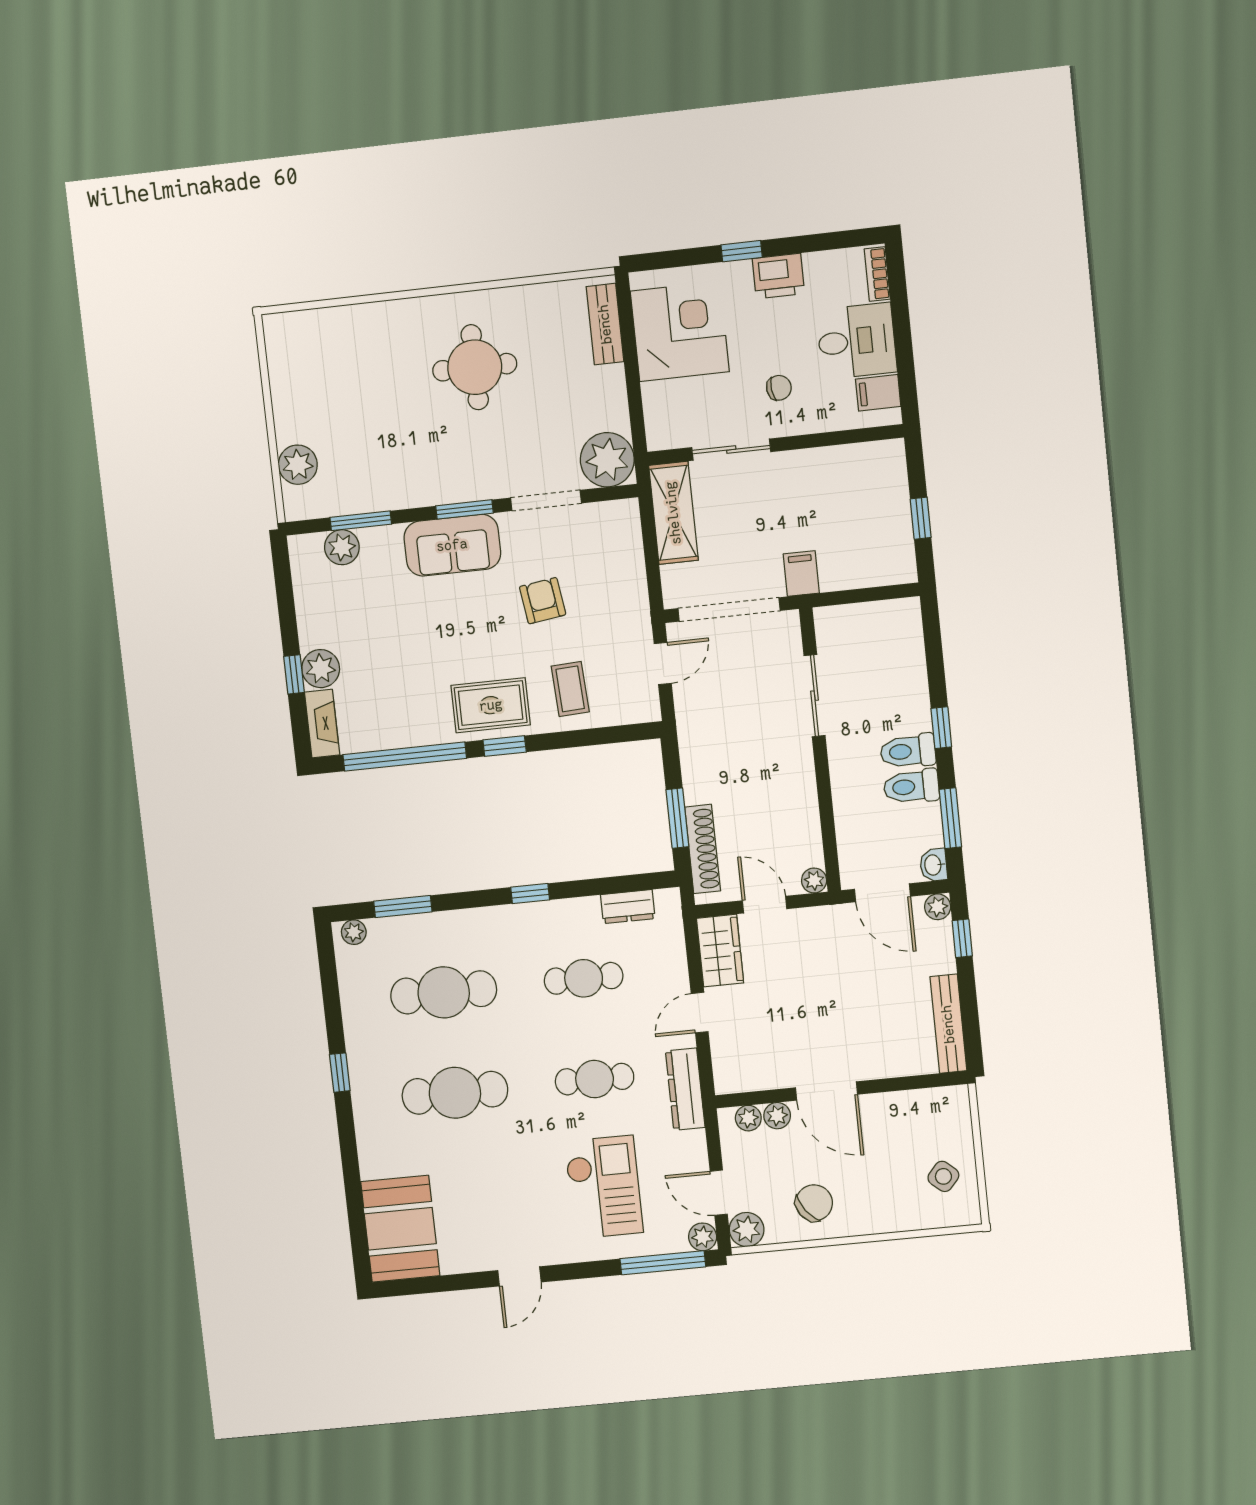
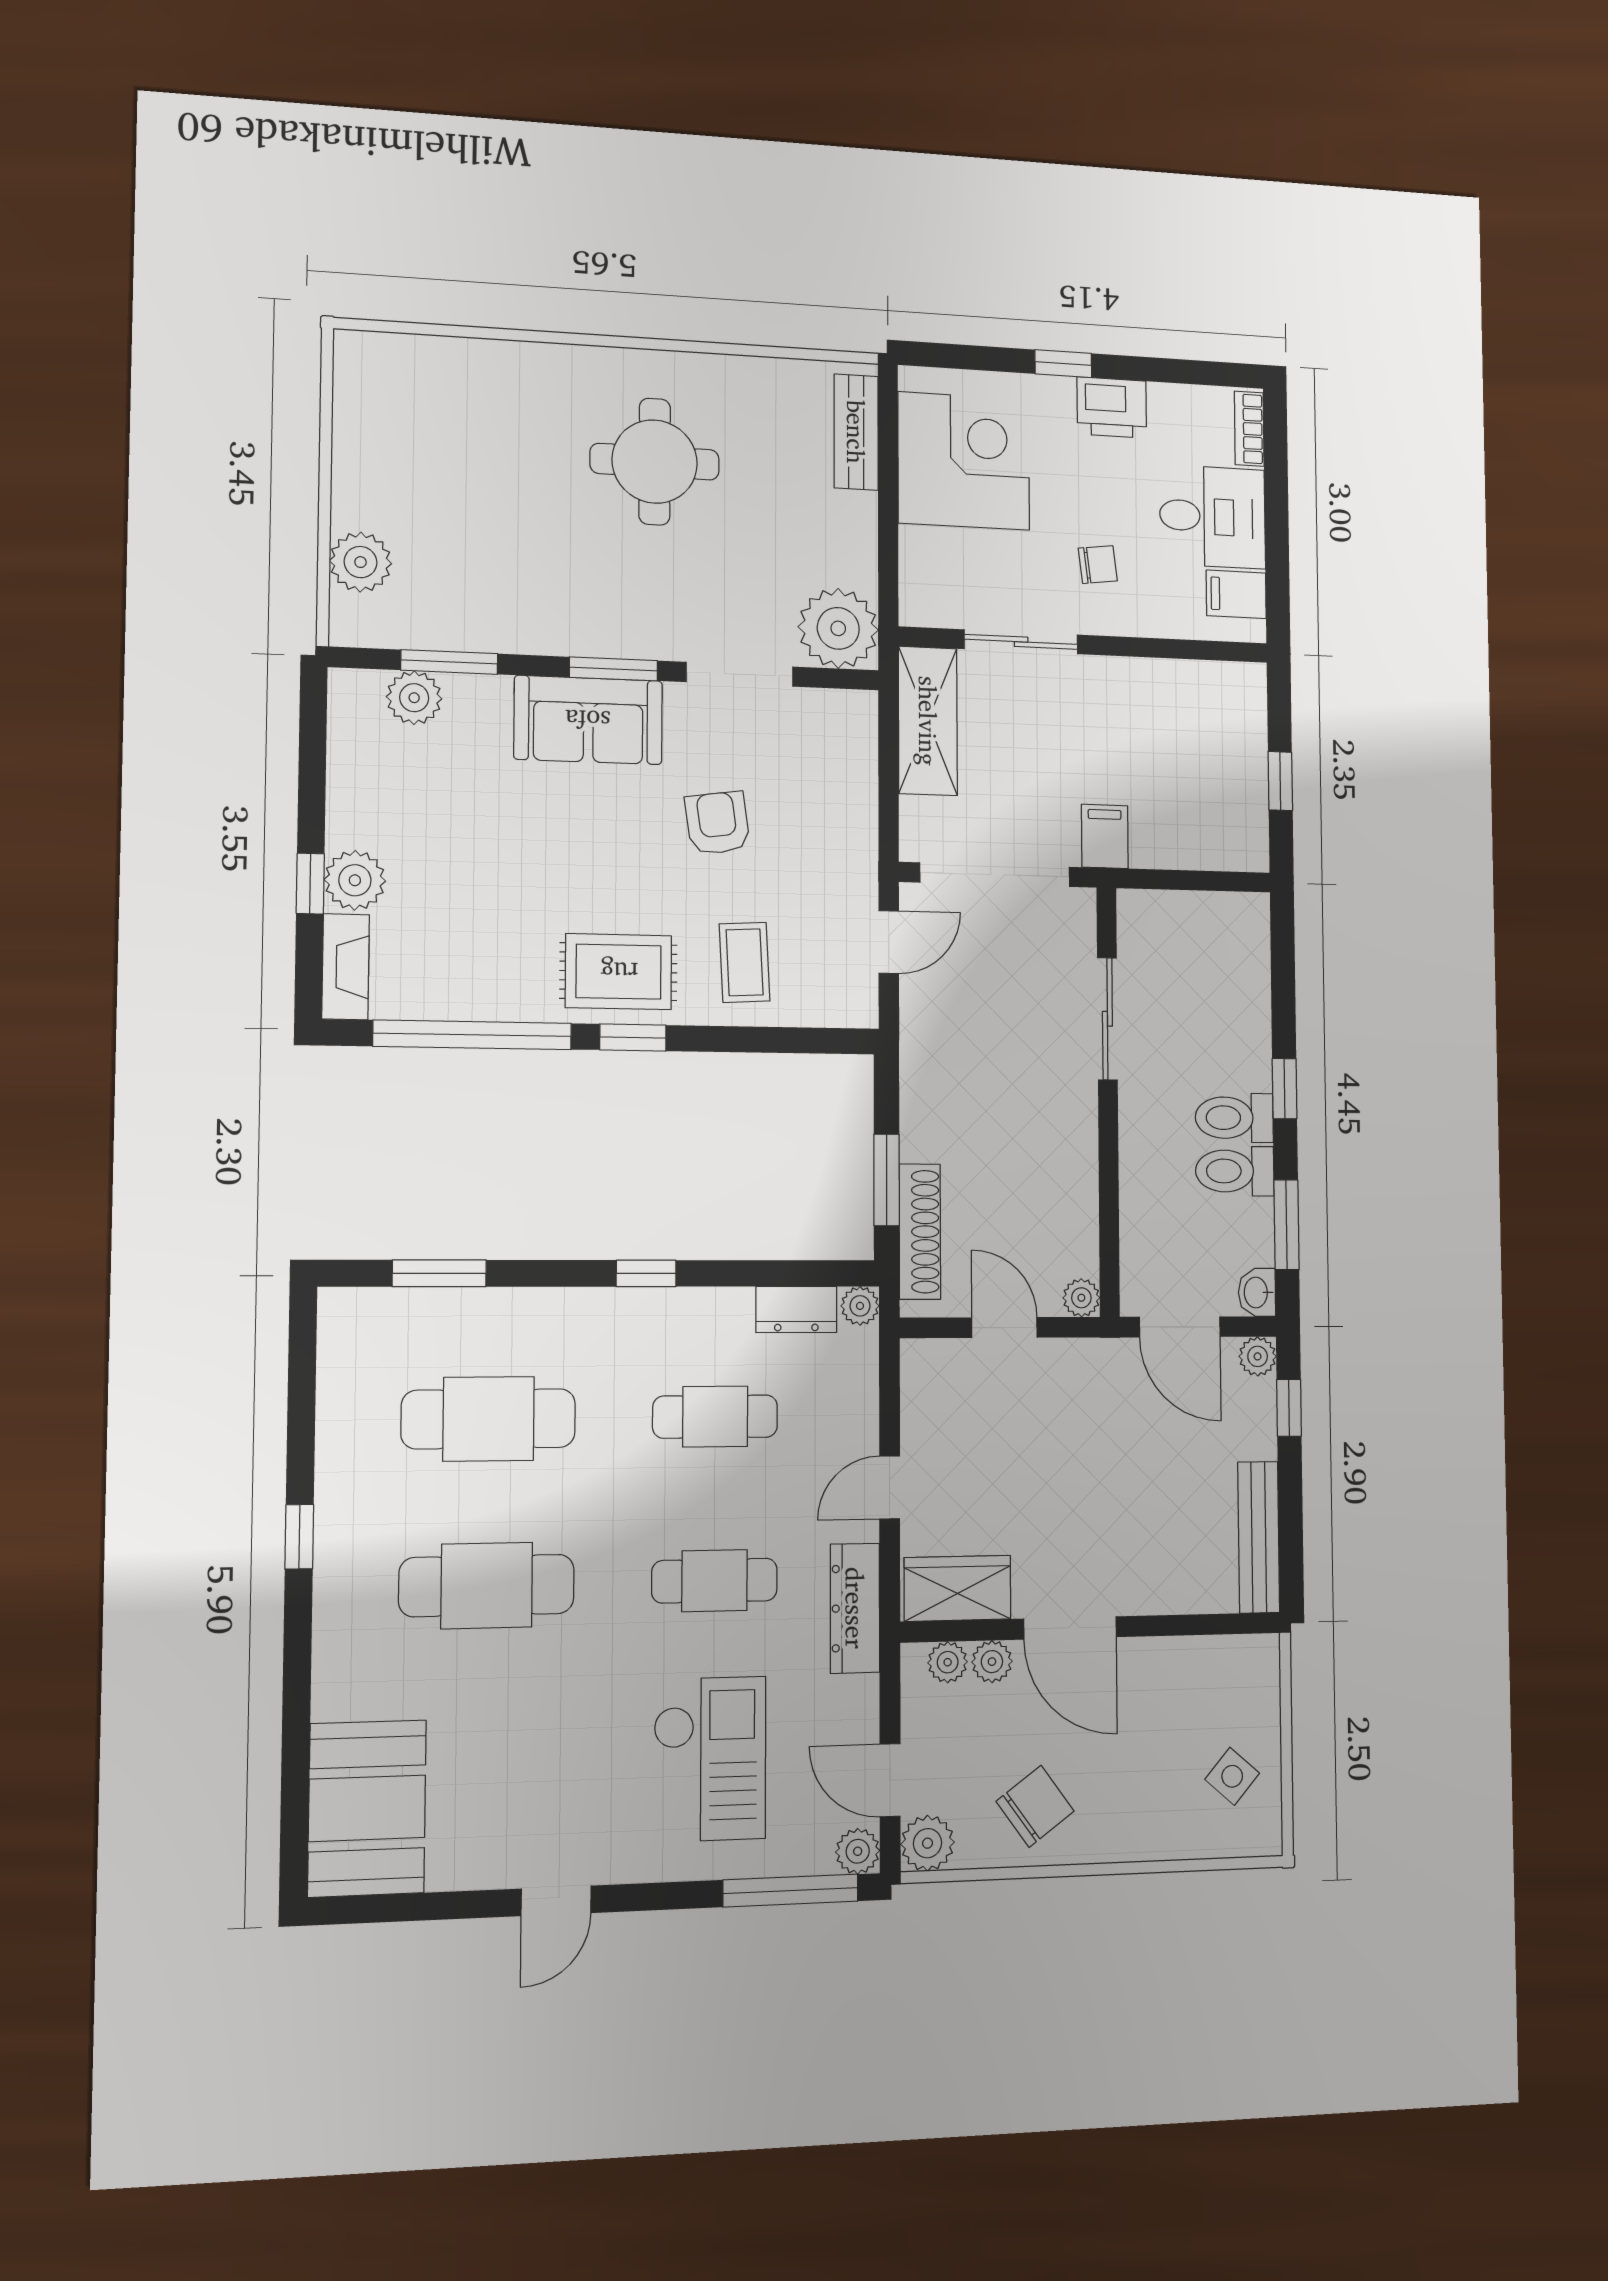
plant: (354, 932) -> (860, 1306), moved
wardrobe: (720, 951) -> (957, 1588), moved, turned -90

